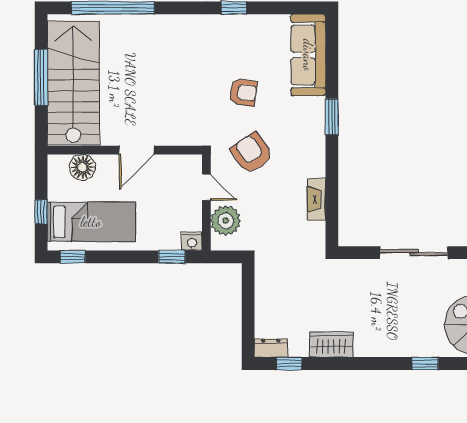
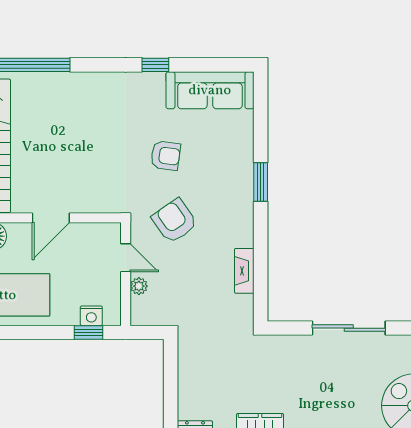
sofa: (308, 55) -> (210, 90), moved, turned -90
plant: (226, 221) -> (139, 286), width x0.53, depth x0.53
nightstand: (192, 241) -> (91, 316), moved

